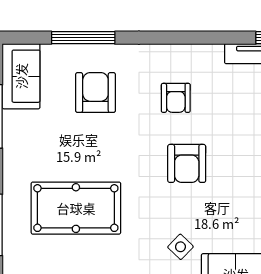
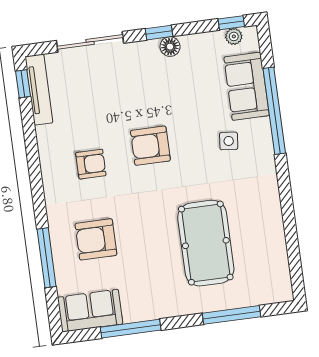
armchair: (187, 163) -> (150, 146), turned 180
side table: (180, 247) -> (229, 141), turned -38

